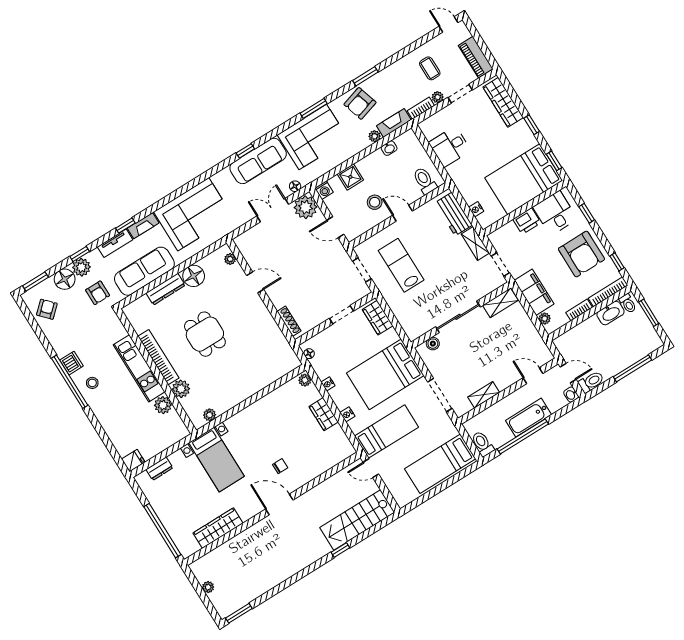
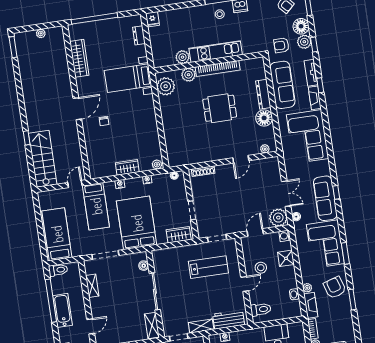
plant: (210, 415) -> (166, 86), width x1.88, depth x1.88

